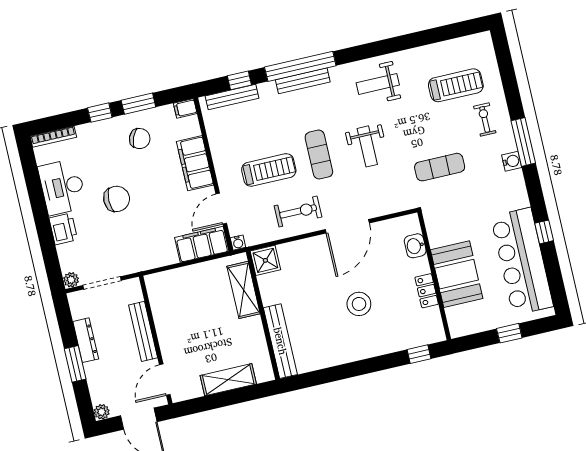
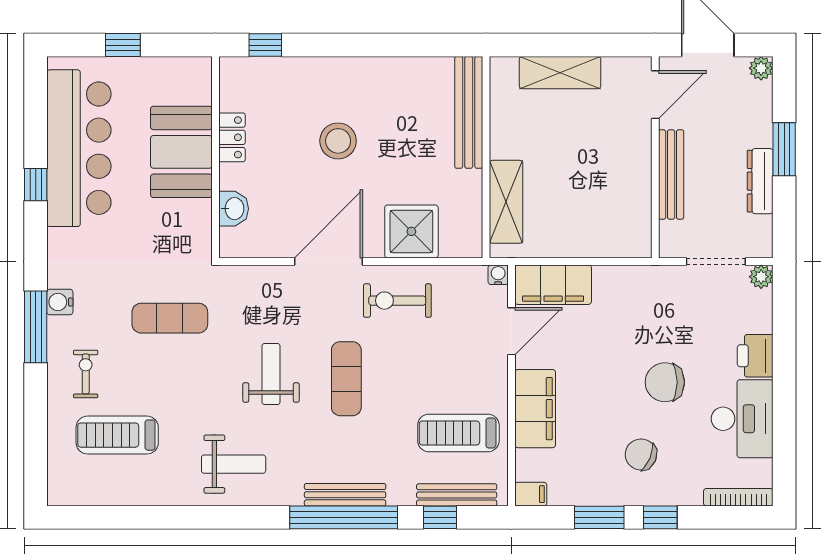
exercise bike: (485, 119) -> (86, 374), turned 180
chair: (140, 139) -> (641, 454), moved
treadmill: (269, 170) -> (458, 433), moved
shower: (265, 260) -> (411, 231), moved, width x1.36, depth x1.36

